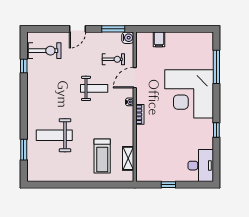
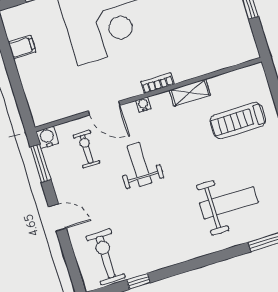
filing cabinet: (159, 39) -> (22, 47), moved
weight bench: (54, 135) -> (229, 203), turned -90
treadmill: (102, 156) -> (238, 121), turned 180
shelving: (128, 158) -> (190, 93), moved

